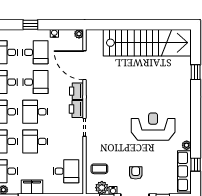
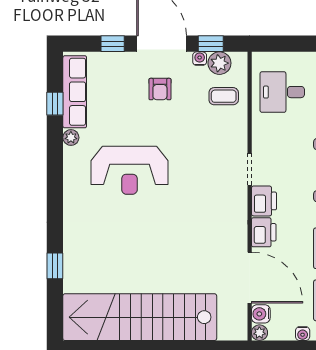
water cooler: (78, 45) -> (261, 314), added

